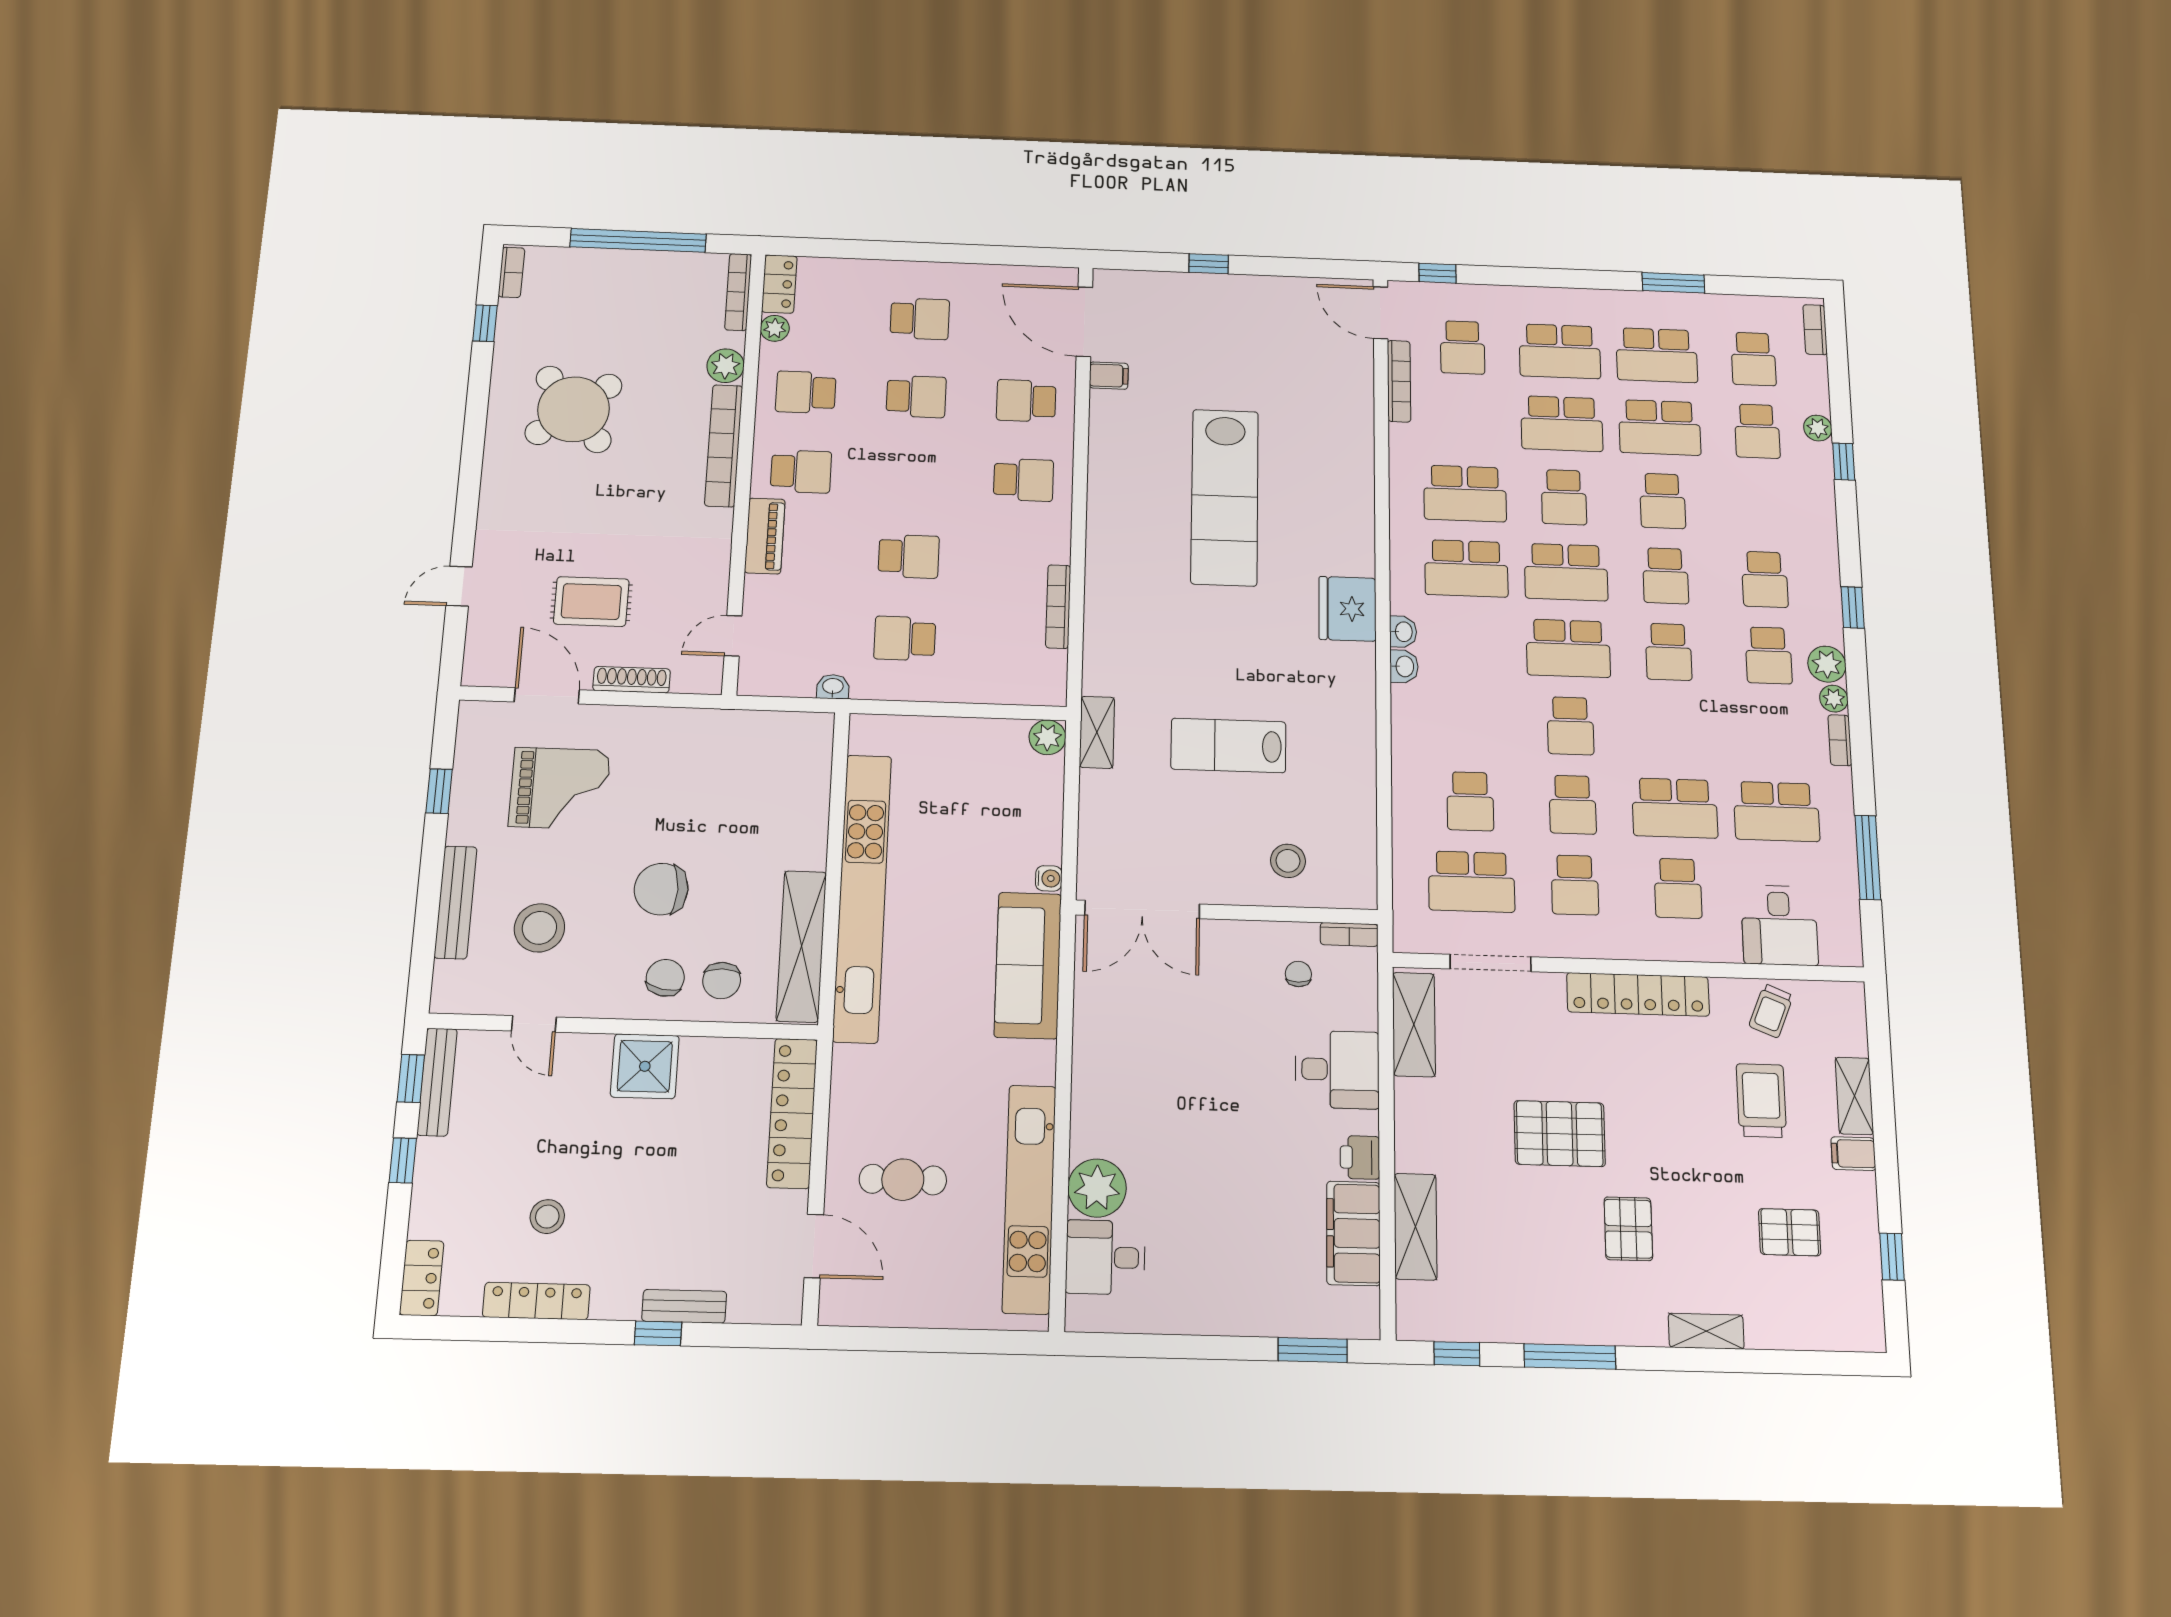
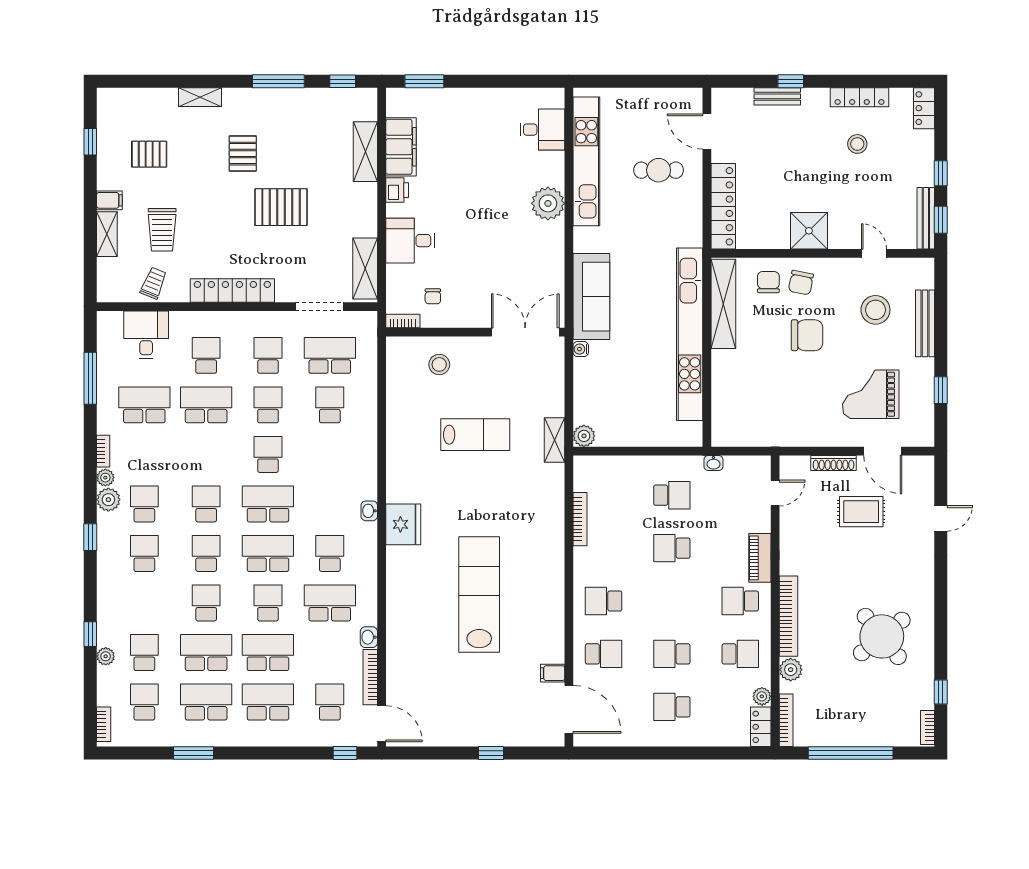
school desk: (1466, 568) -> (330, 553), width x0.54
washbasin: (1404, 666) -> (369, 637), moved
plant: (1097, 1188) -> (548, 203), moved

